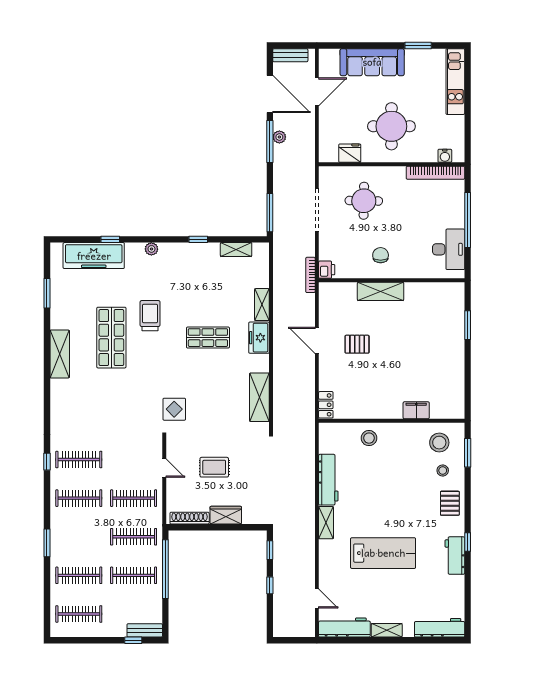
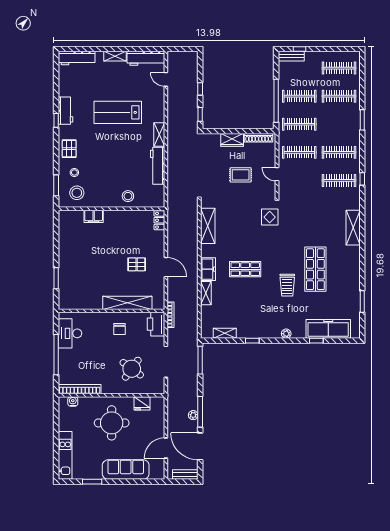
round table: (364, 201) -> (132, 369), turned 35
printer: (327, 270) -> (156, 324), width x1.87, depth x1.48
shelving: (381, 291) -> (127, 303), width x1.47
shelving: (60, 354) -> (353, 228), moved

